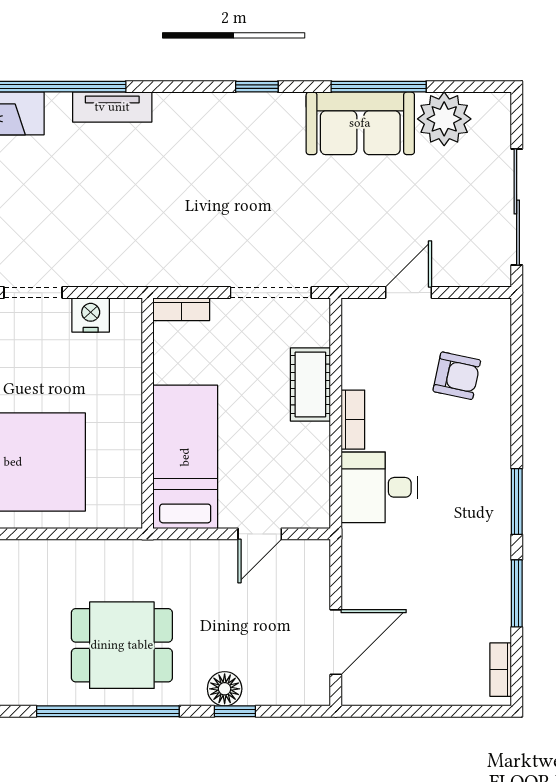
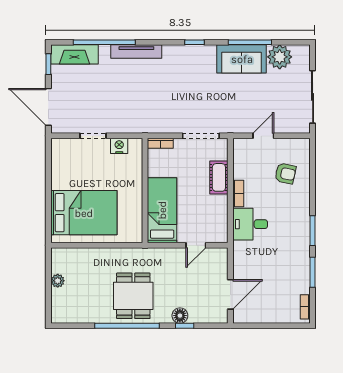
tv unit: (112, 107) -> (136, 52), width x1.41
dining table: (122, 645) -> (133, 296), turned 90

